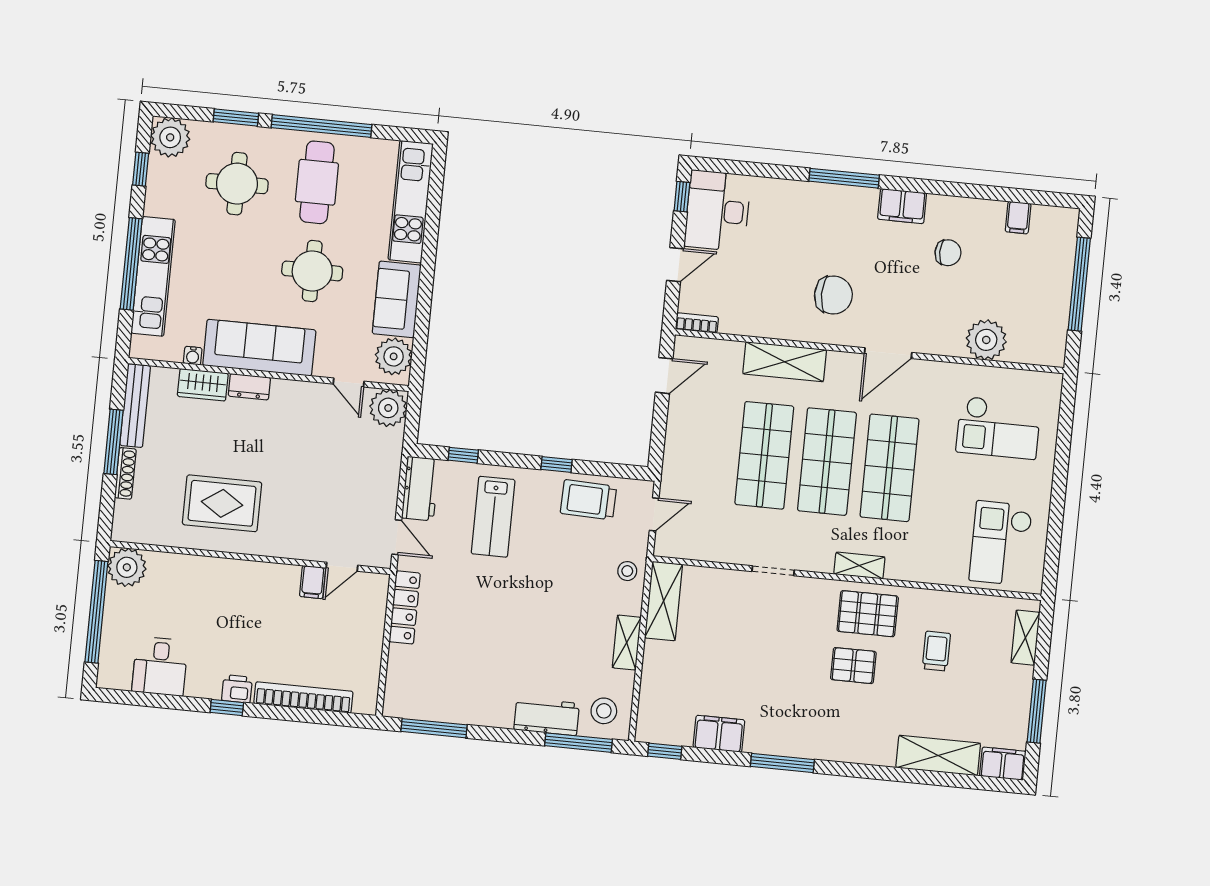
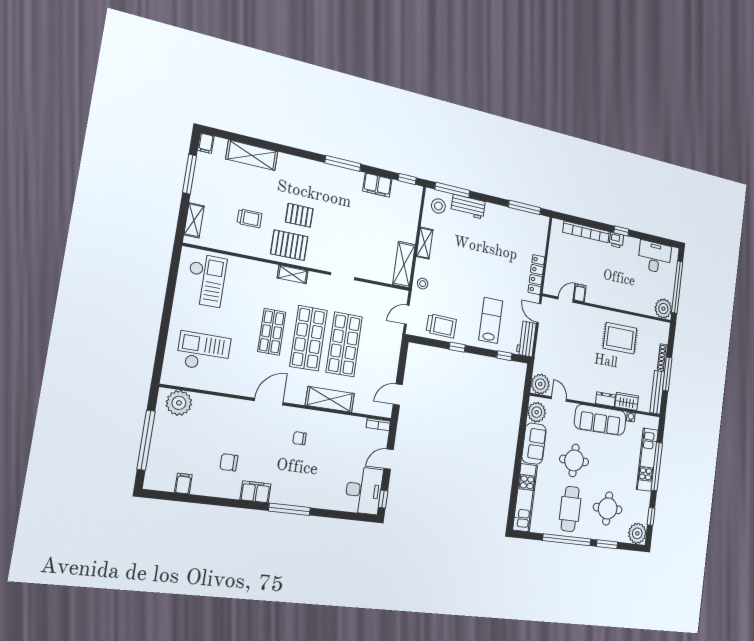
chair: (833, 295) -> (300, 438), width x0.54, depth x0.54
plant: (986, 340) -> (179, 403), moved
shop shelf: (890, 468) -> (272, 332), width x0.70, depth x0.74
trolley: (936, 651) -> (250, 218), turned -90
desk: (160, 666) -> (655, 257), width x1.37
filing cabinet: (1003, 764) -> (206, 143), width x0.50

